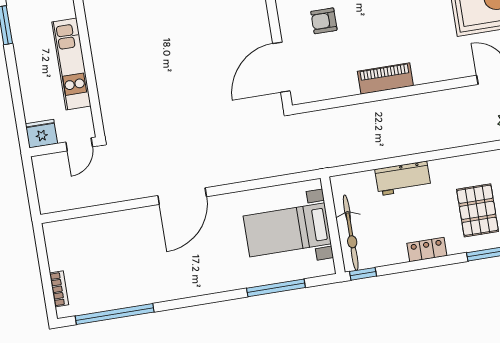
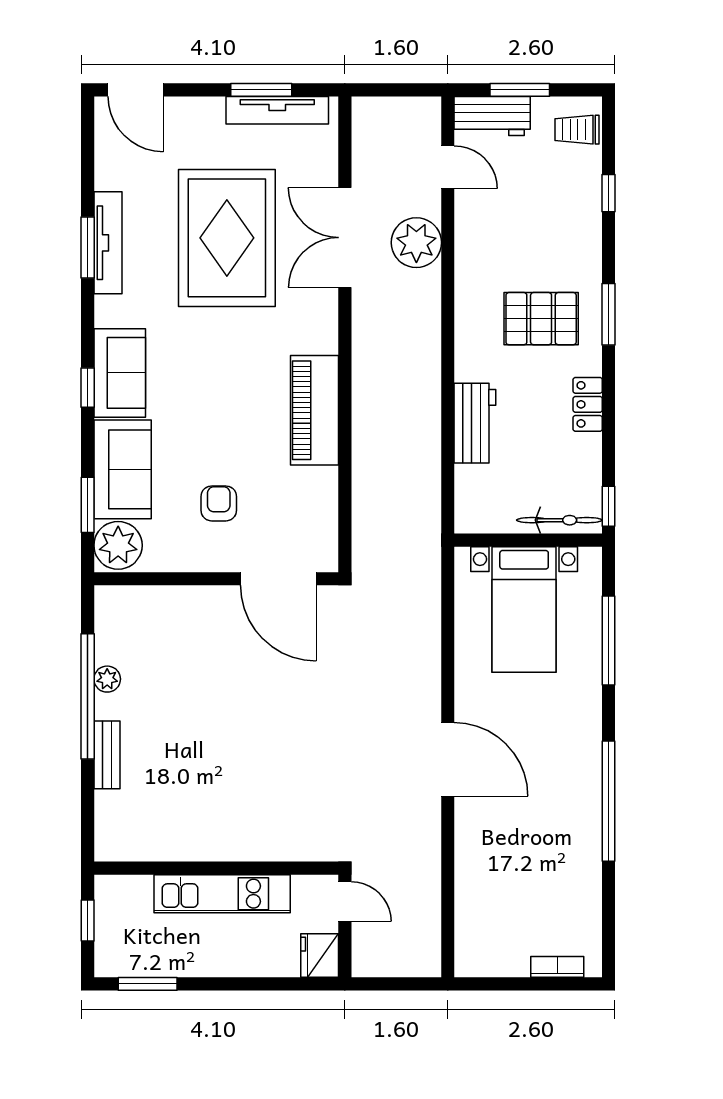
armchair: (324, 21) -> (219, 503), turned 180
piano: (385, 78) -> (315, 410), width x1.37, depth x1.33
bicycle: (351, 233) -> (559, 520), width x0.73, depth x0.71
window: (115, 314) -> (609, 801), moved

